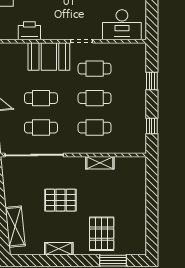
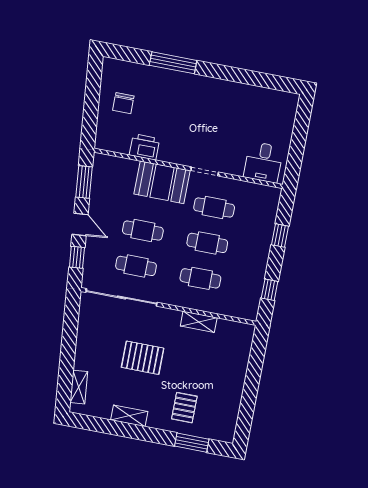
desk: (122, 25) -> (263, 162), width x0.73
shelving: (15, 227) -> (79, 387), width x0.67, depth x0.75
pallet: (102, 234) -> (184, 408), width x0.67, depth x0.71

